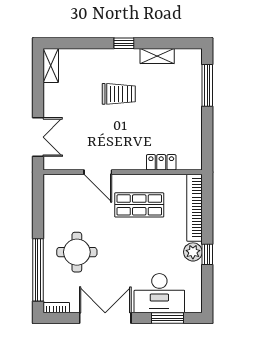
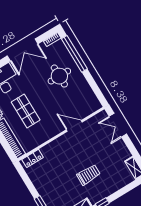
trolley: (119, 94) -> (89, 175), turned 180
locker: (161, 162) -> (33, 158), moved
shop shelf: (139, 205) -> (26, 111), moved, turned 90

